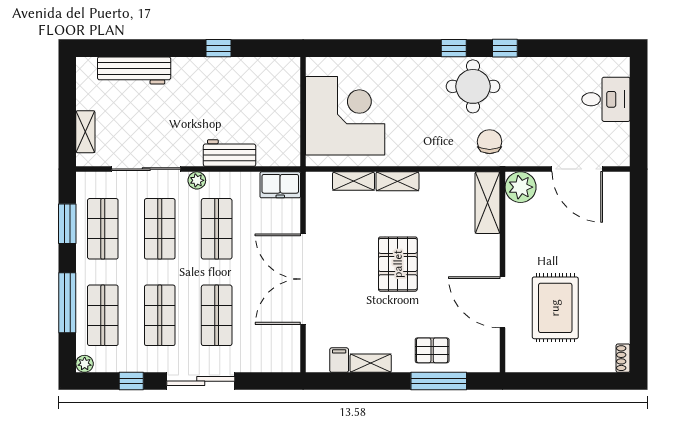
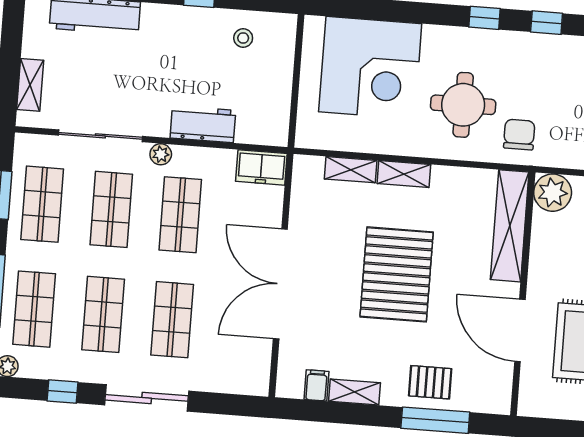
stool: (257, 80) -> (243, 38), added
round table: (473, 86) -> (463, 105), moved
corner desk: (345, 116) -> (370, 68), moved, turned 90
shelving: (488, 203) -> (510, 226), width x1.47
pallet: (398, 264) -> (397, 274), width x1.37, depth x1.41

